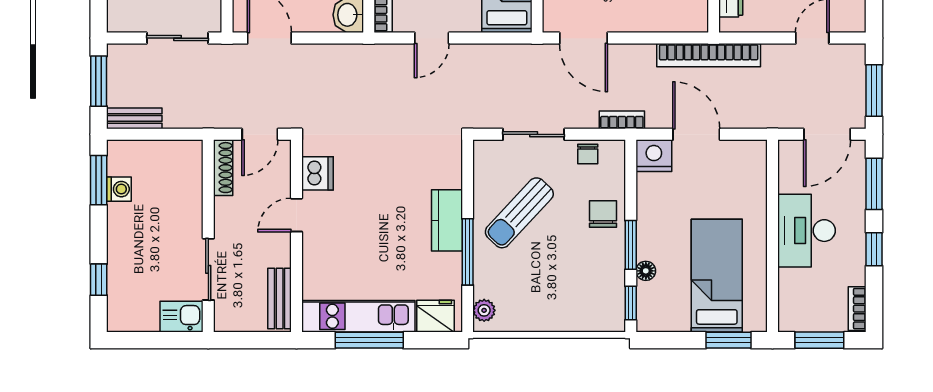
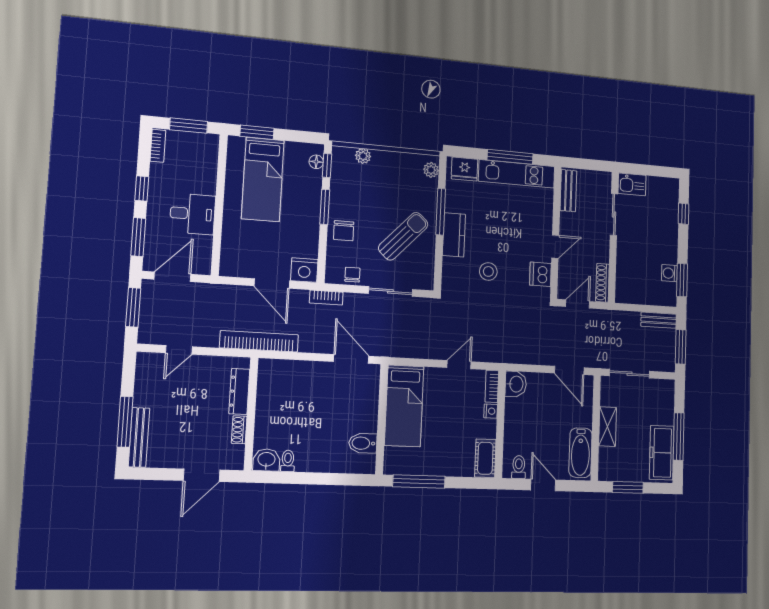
stool: (395, 172) -> (488, 271), added
desk: (806, 231) -> (193, 214), width x0.73
floor lamp: (646, 271) -> (316, 162), moved
plant: (581, 321) -> (363, 156), added

